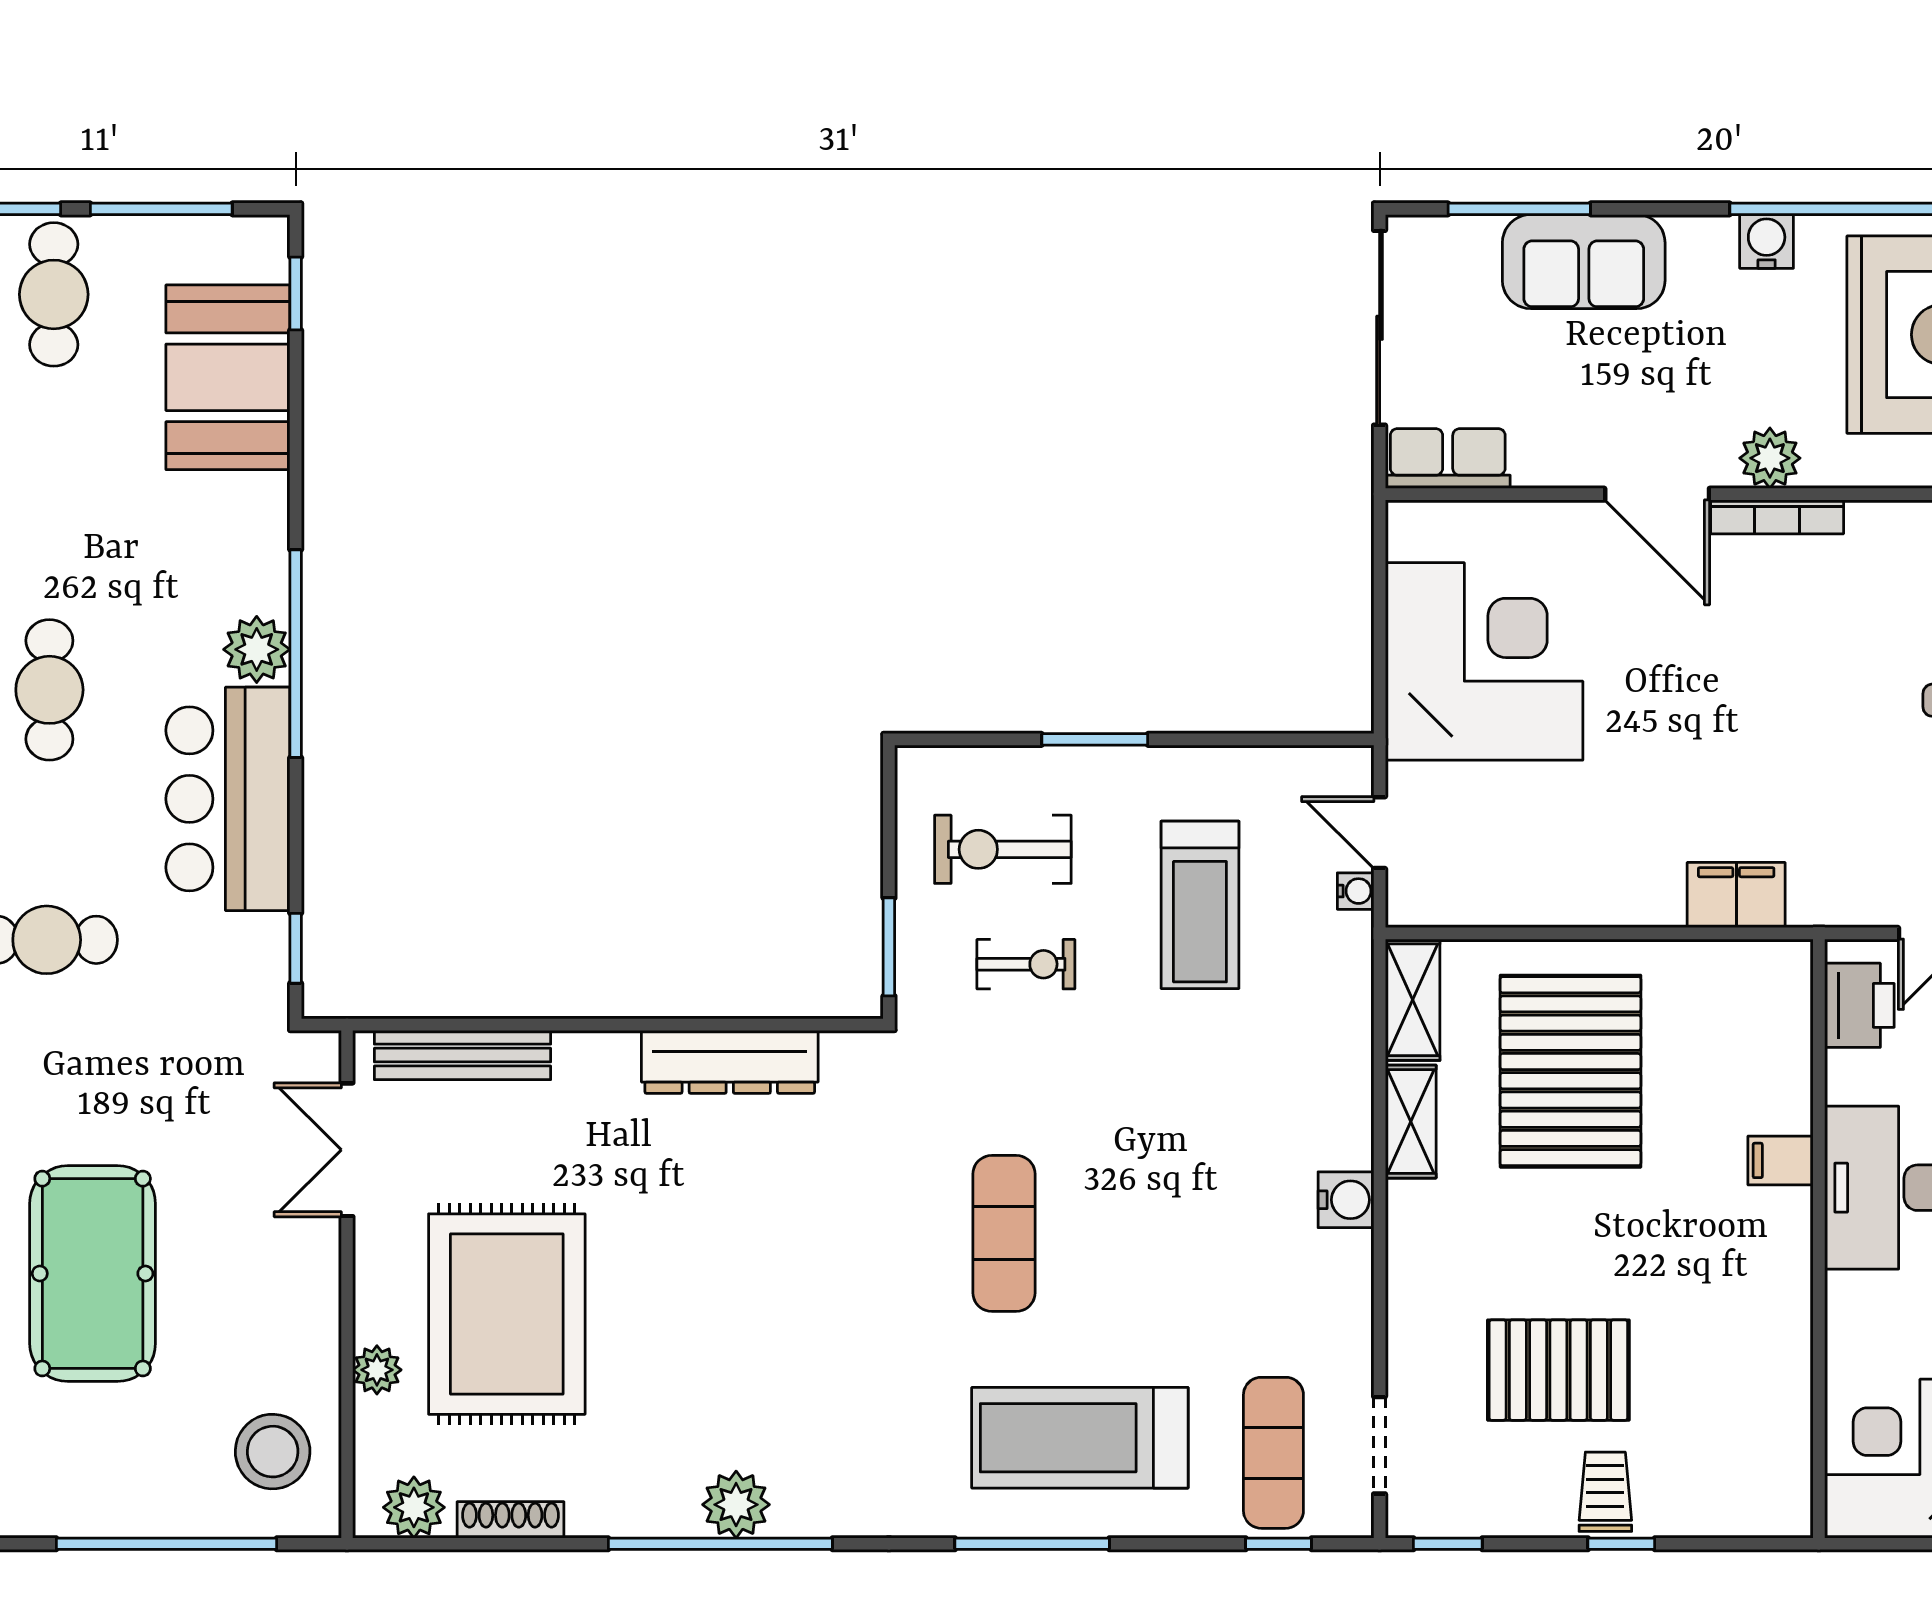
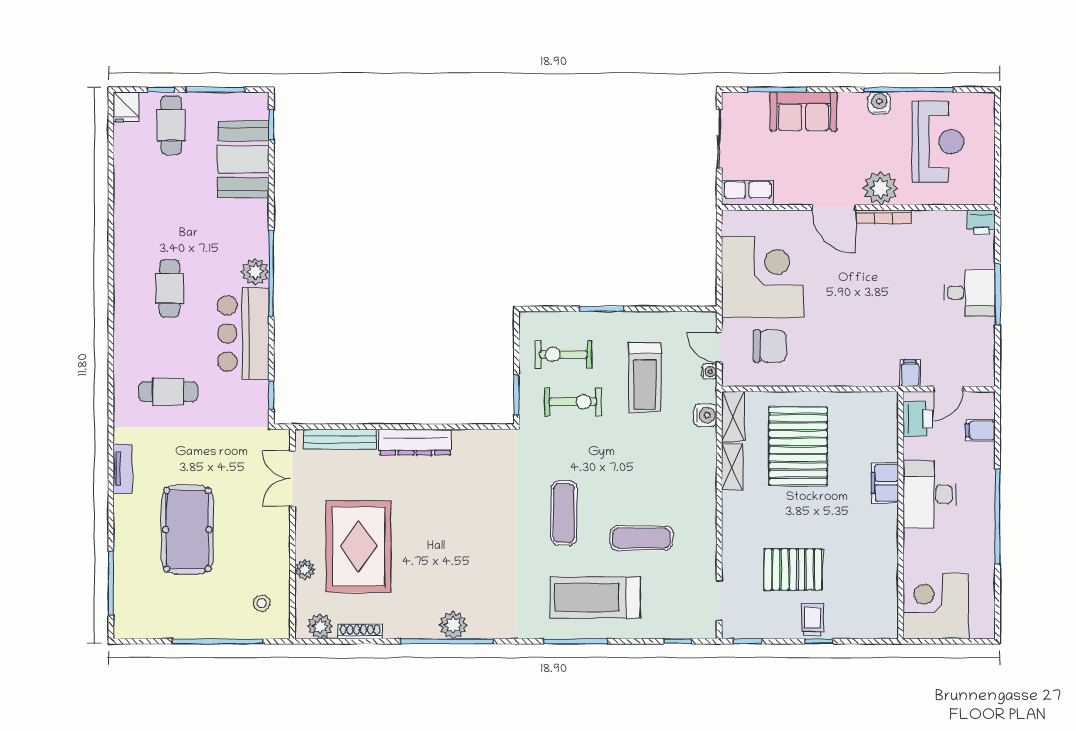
sliding door: (1380, 328) -> (719, 139), width x0.73
plant: (1770, 458) -> (881, 188), width x1.36, depth x1.36
chair: (1502, 829) -> (770, 346), added
filing cabinet: (1736, 895) -> (910, 373), moved, width x0.50
exercise bike: (1026, 964) -> (573, 402), width x1.38, depth x1.39
dresser: (730, 1062) -> (415, 442), moved
filing cabinet: (1781, 1160) -> (885, 483), width x2.00
water cooler: (1346, 1200) -> (705, 415), moved
stool: (273, 1452) -> (262, 603), width x0.53, depth x0.53
exercise mat: (1273, 1453) -> (641, 538), moved, turned 90

